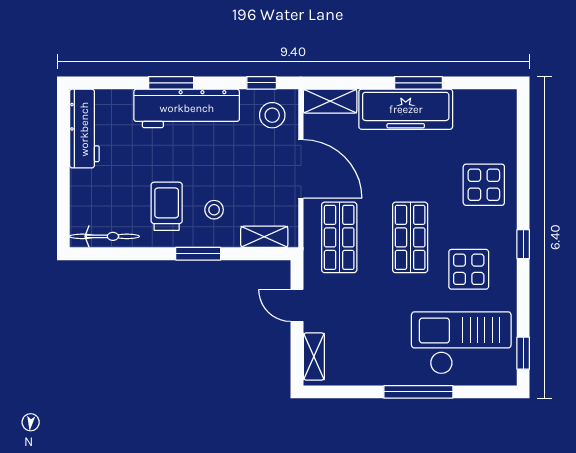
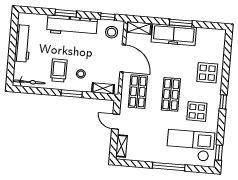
workbench: (84, 129) -> (23, 43), moved

